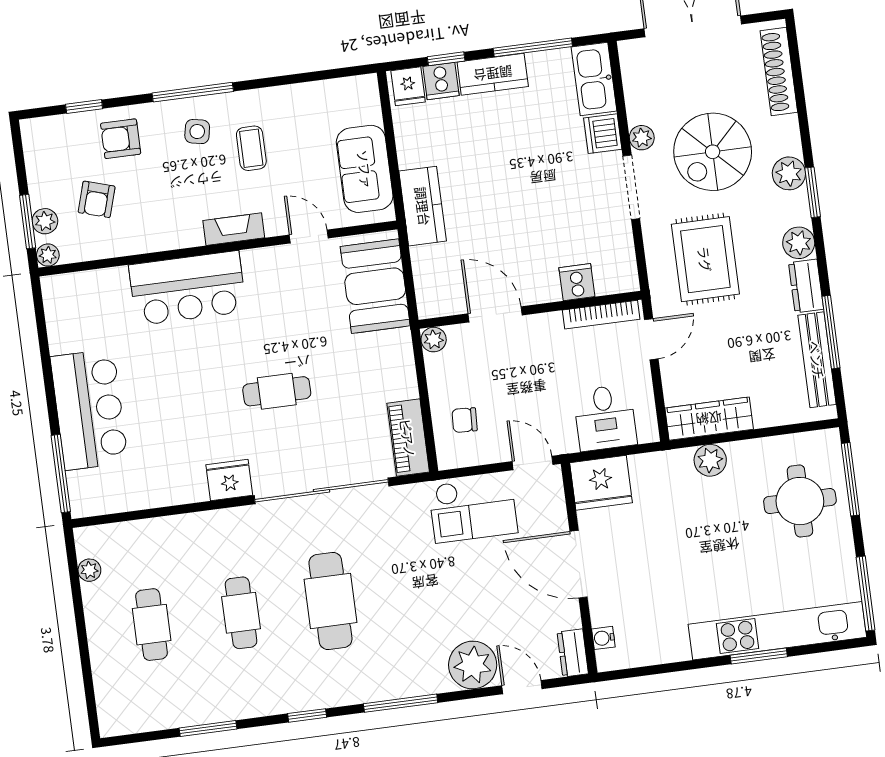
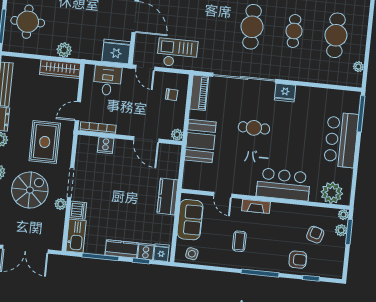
side table: (197, 132) -> (192, 254), moved
booth: (375, 286) -> (200, 141), moved
plant: (83, 295) -> (332, 193), added
cafe table: (152, 625) -> (336, 35), width x1.37, depth x1.35

